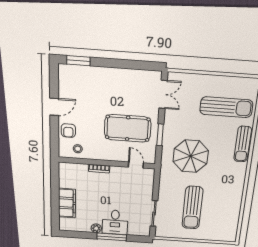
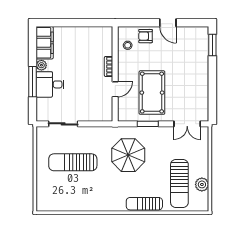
plant: (230, 83) -> (202, 184), added
door: (136, 165) -> (115, 89), moved
filing cabinet: (67, 203) -> (45, 43), moved, turned -90

